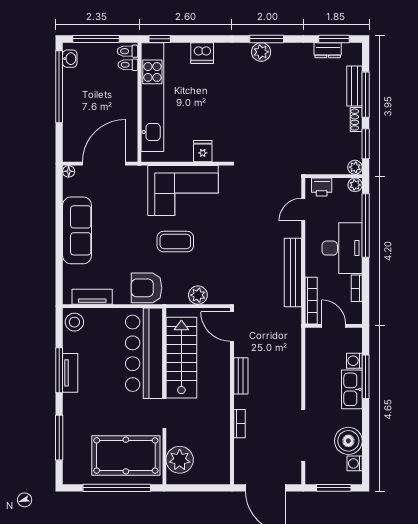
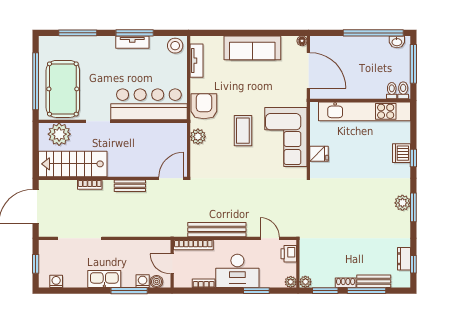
window: (160, 39) -> (413, 158), moved
window: (334, 39) -> (413, 264), width x0.67
window: (366, 226) -> (256, 291), width x0.47
plant: (198, 295) -> (198, 137), moved
door: (334, 326) -> (172, 264), swing flipped
stairs: (181, 358) -> (73, 164), moved, turned 180
kitchen sink: (352, 389) -> (104, 279), moved
boiler: (348, 441) -> (157, 282), moved, width x0.54, depth x0.54
window: (334, 488) -> (36, 264), width x0.67

